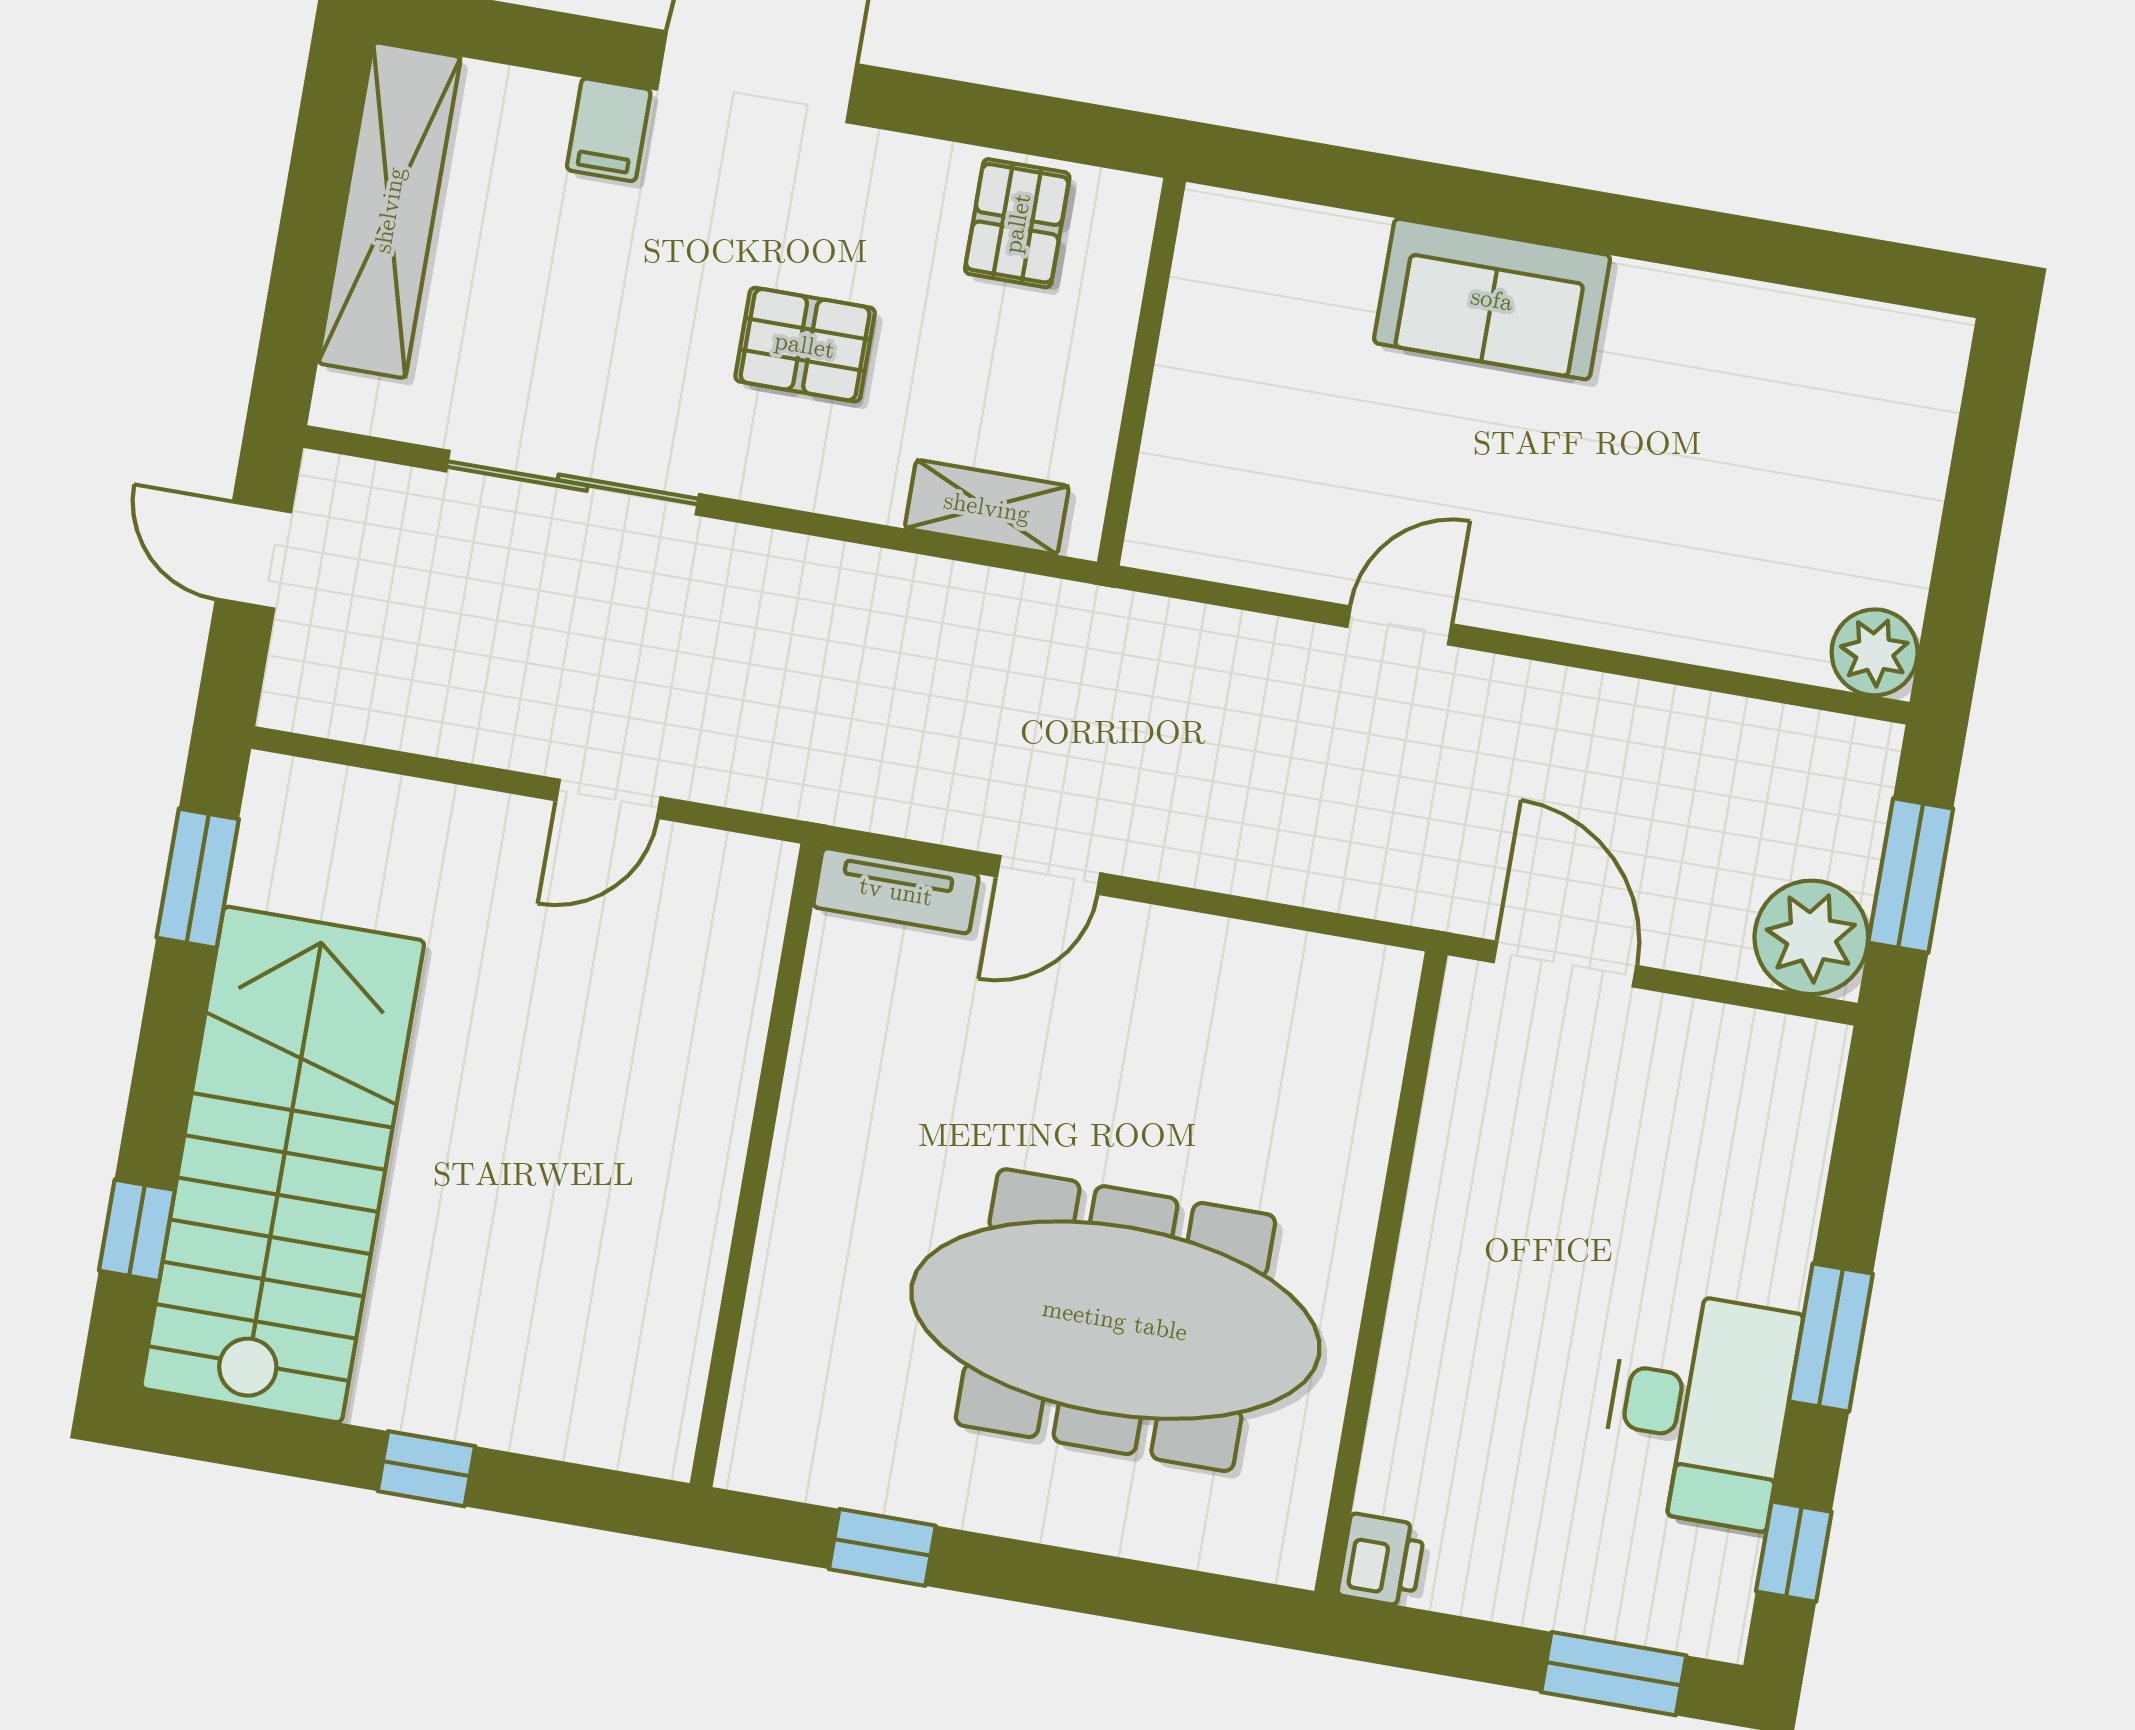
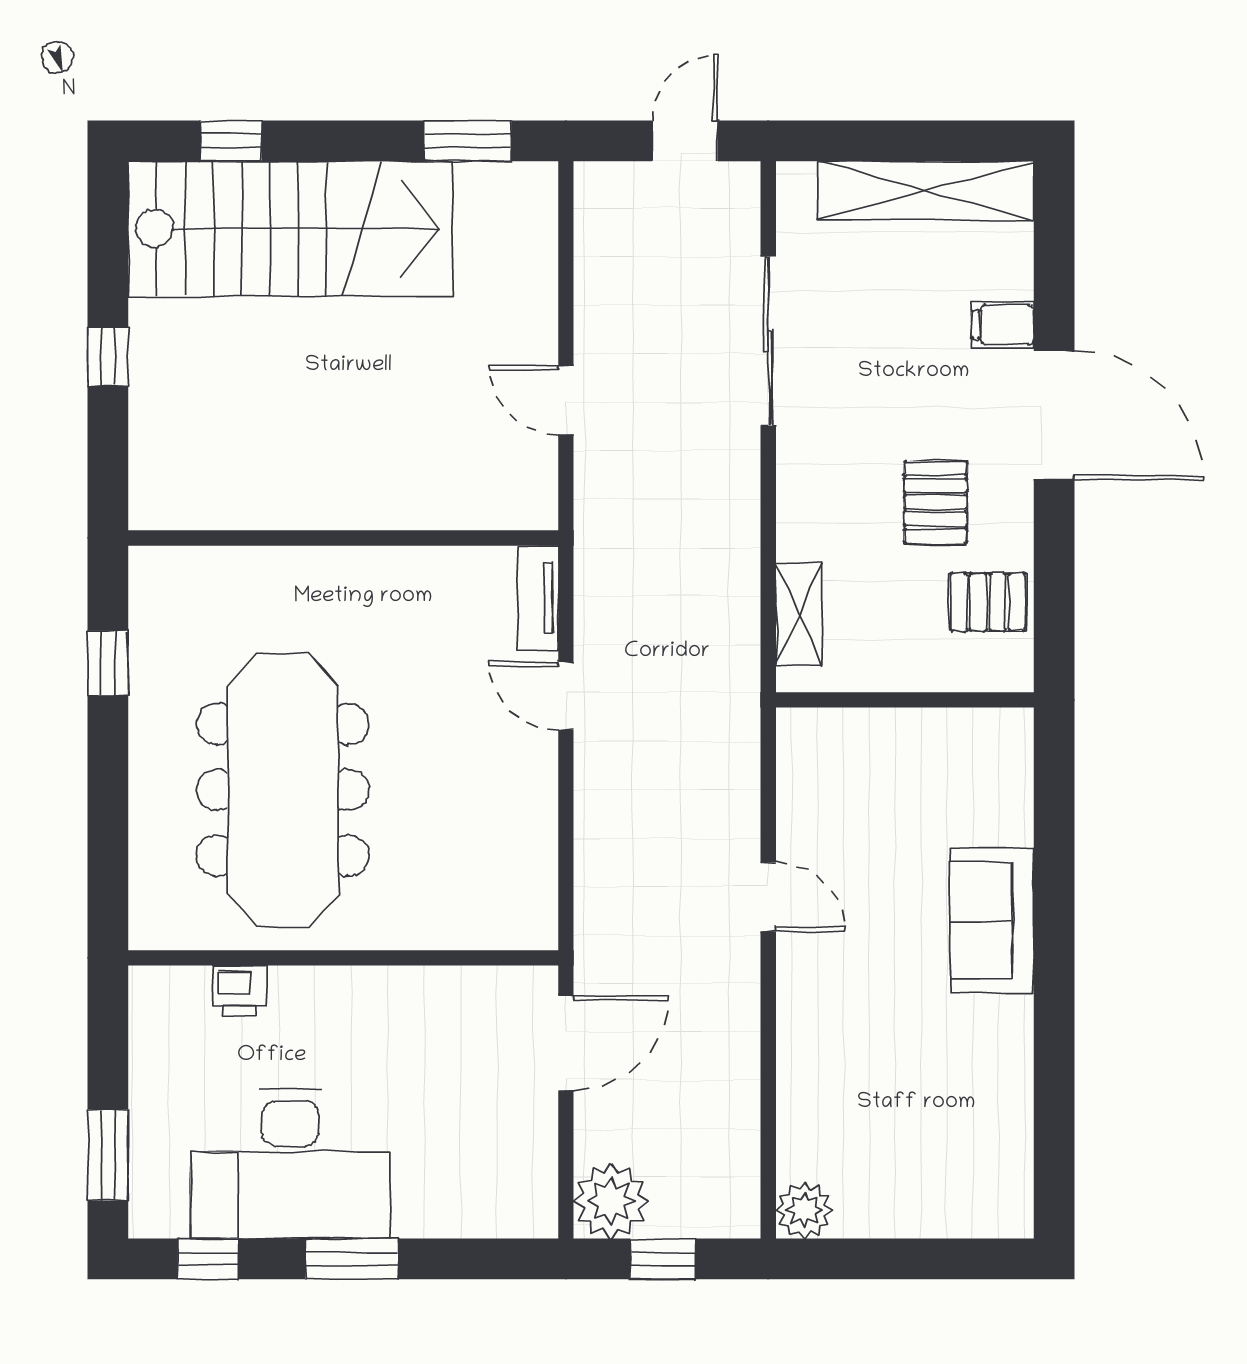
pallet: (805, 345) -> (936, 502), moved
window: (1911, 876) -> (663, 1259), width x0.67
desk: (1699, 1409) -> (291, 1164), width x1.36, depth x1.30
printer: (1381, 1560) -> (239, 991), moved

